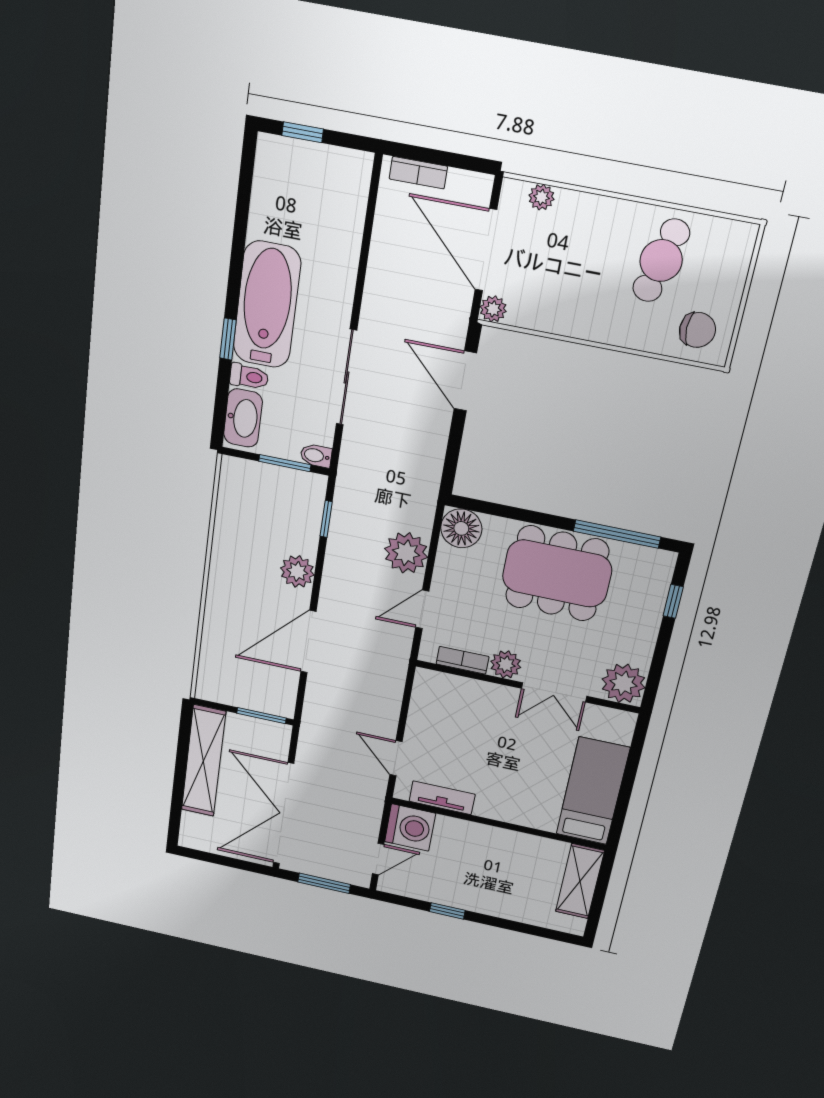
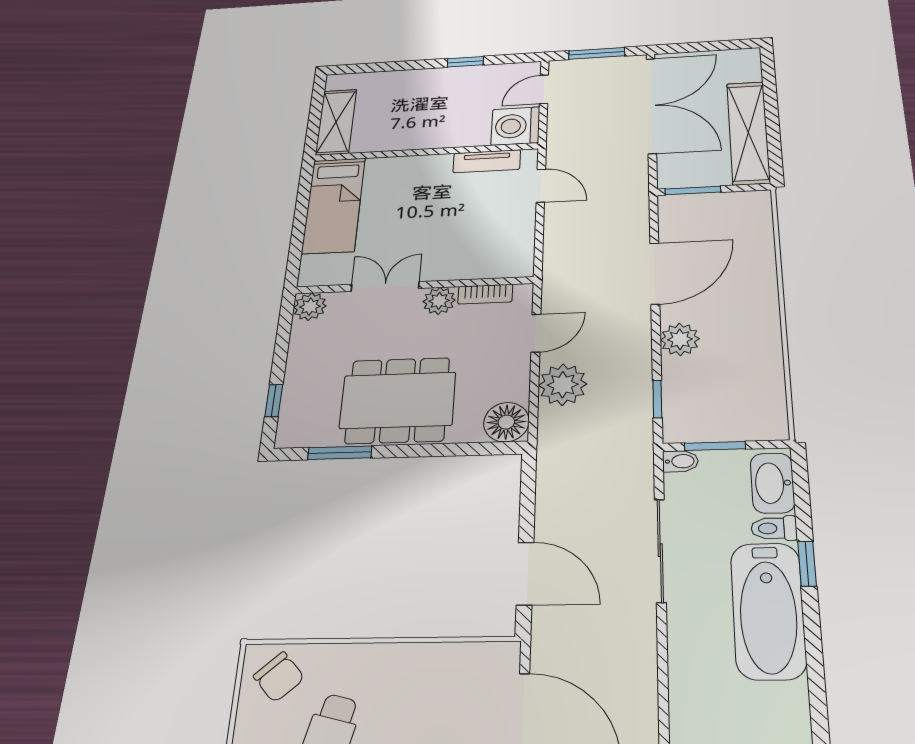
plant: (493, 309) -> (505, 656), removed
chair: (698, 330) -> (279, 677), turned -132
window: (617, 534) -> (340, 453), width x0.69
plant: (623, 683) -> (310, 307), width x0.73, depth x0.73

